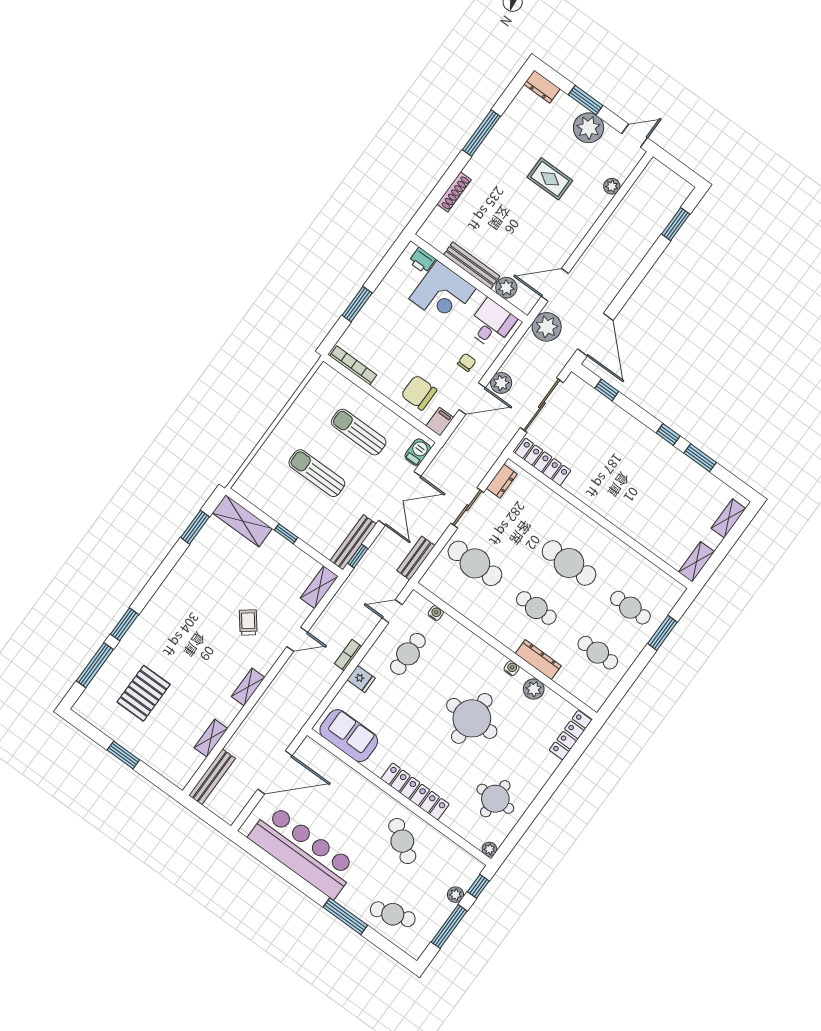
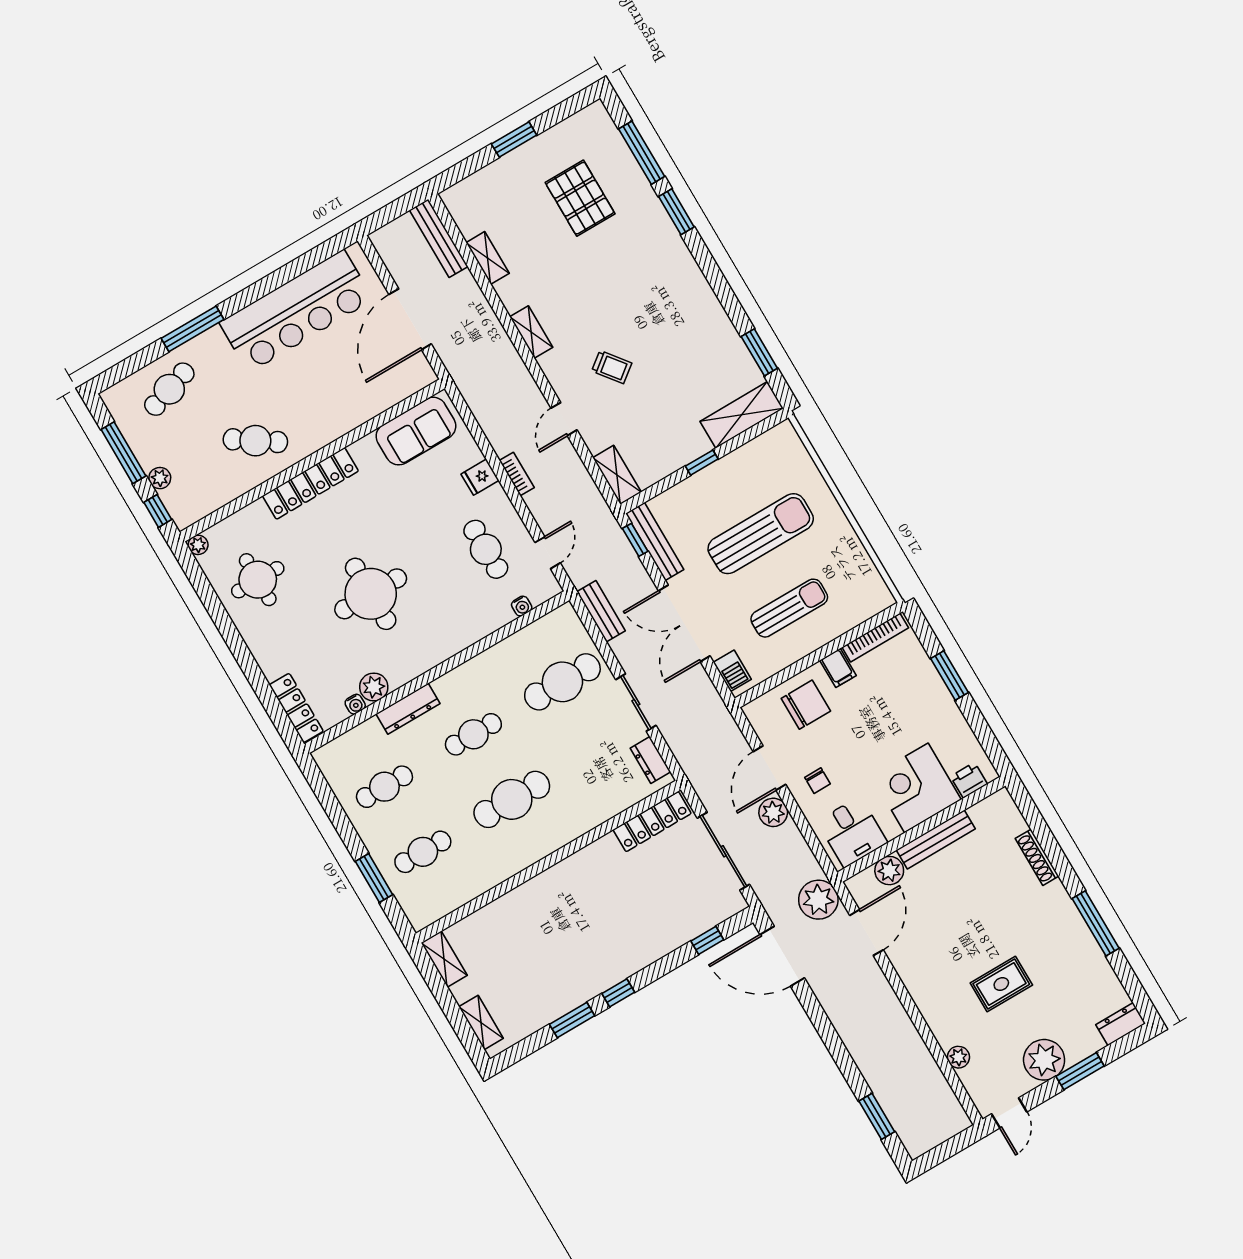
filing cabinet: (440, 422) -> (838, 668), moved
sun lounger: (317, 473) -> (761, 534), width x1.36, depth x1.34
water cooler: (512, 668) -> (355, 704), moved

